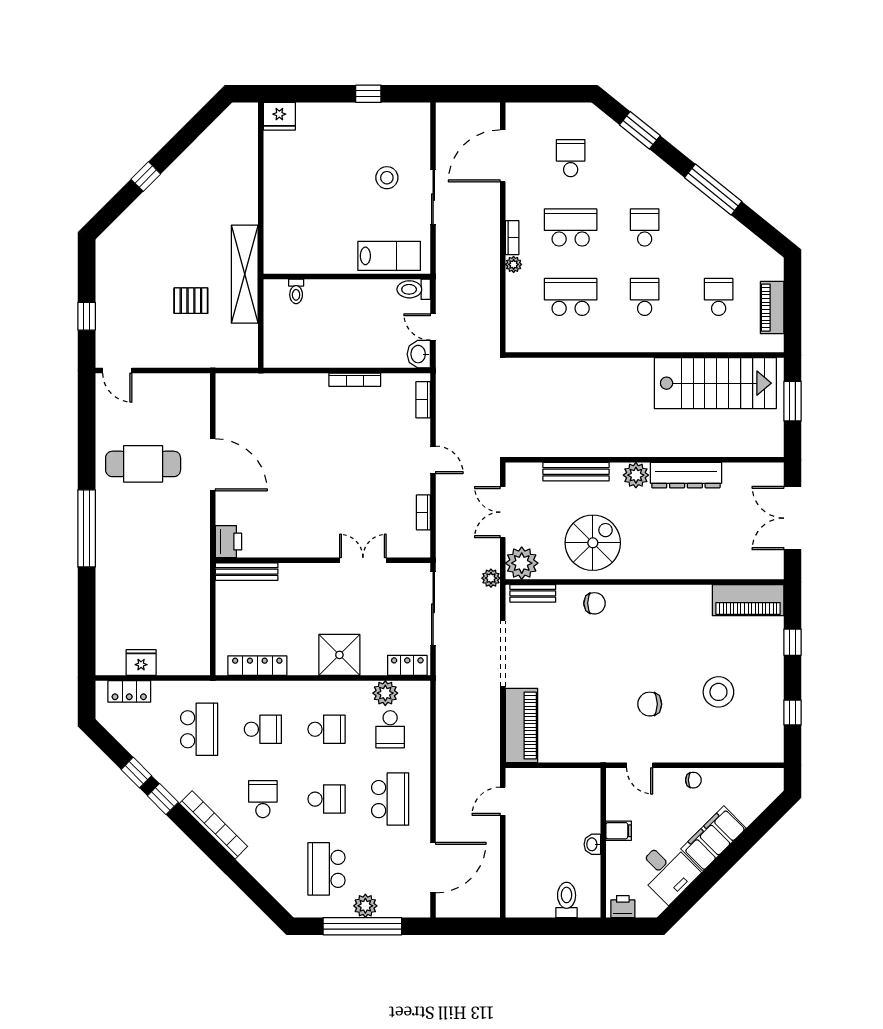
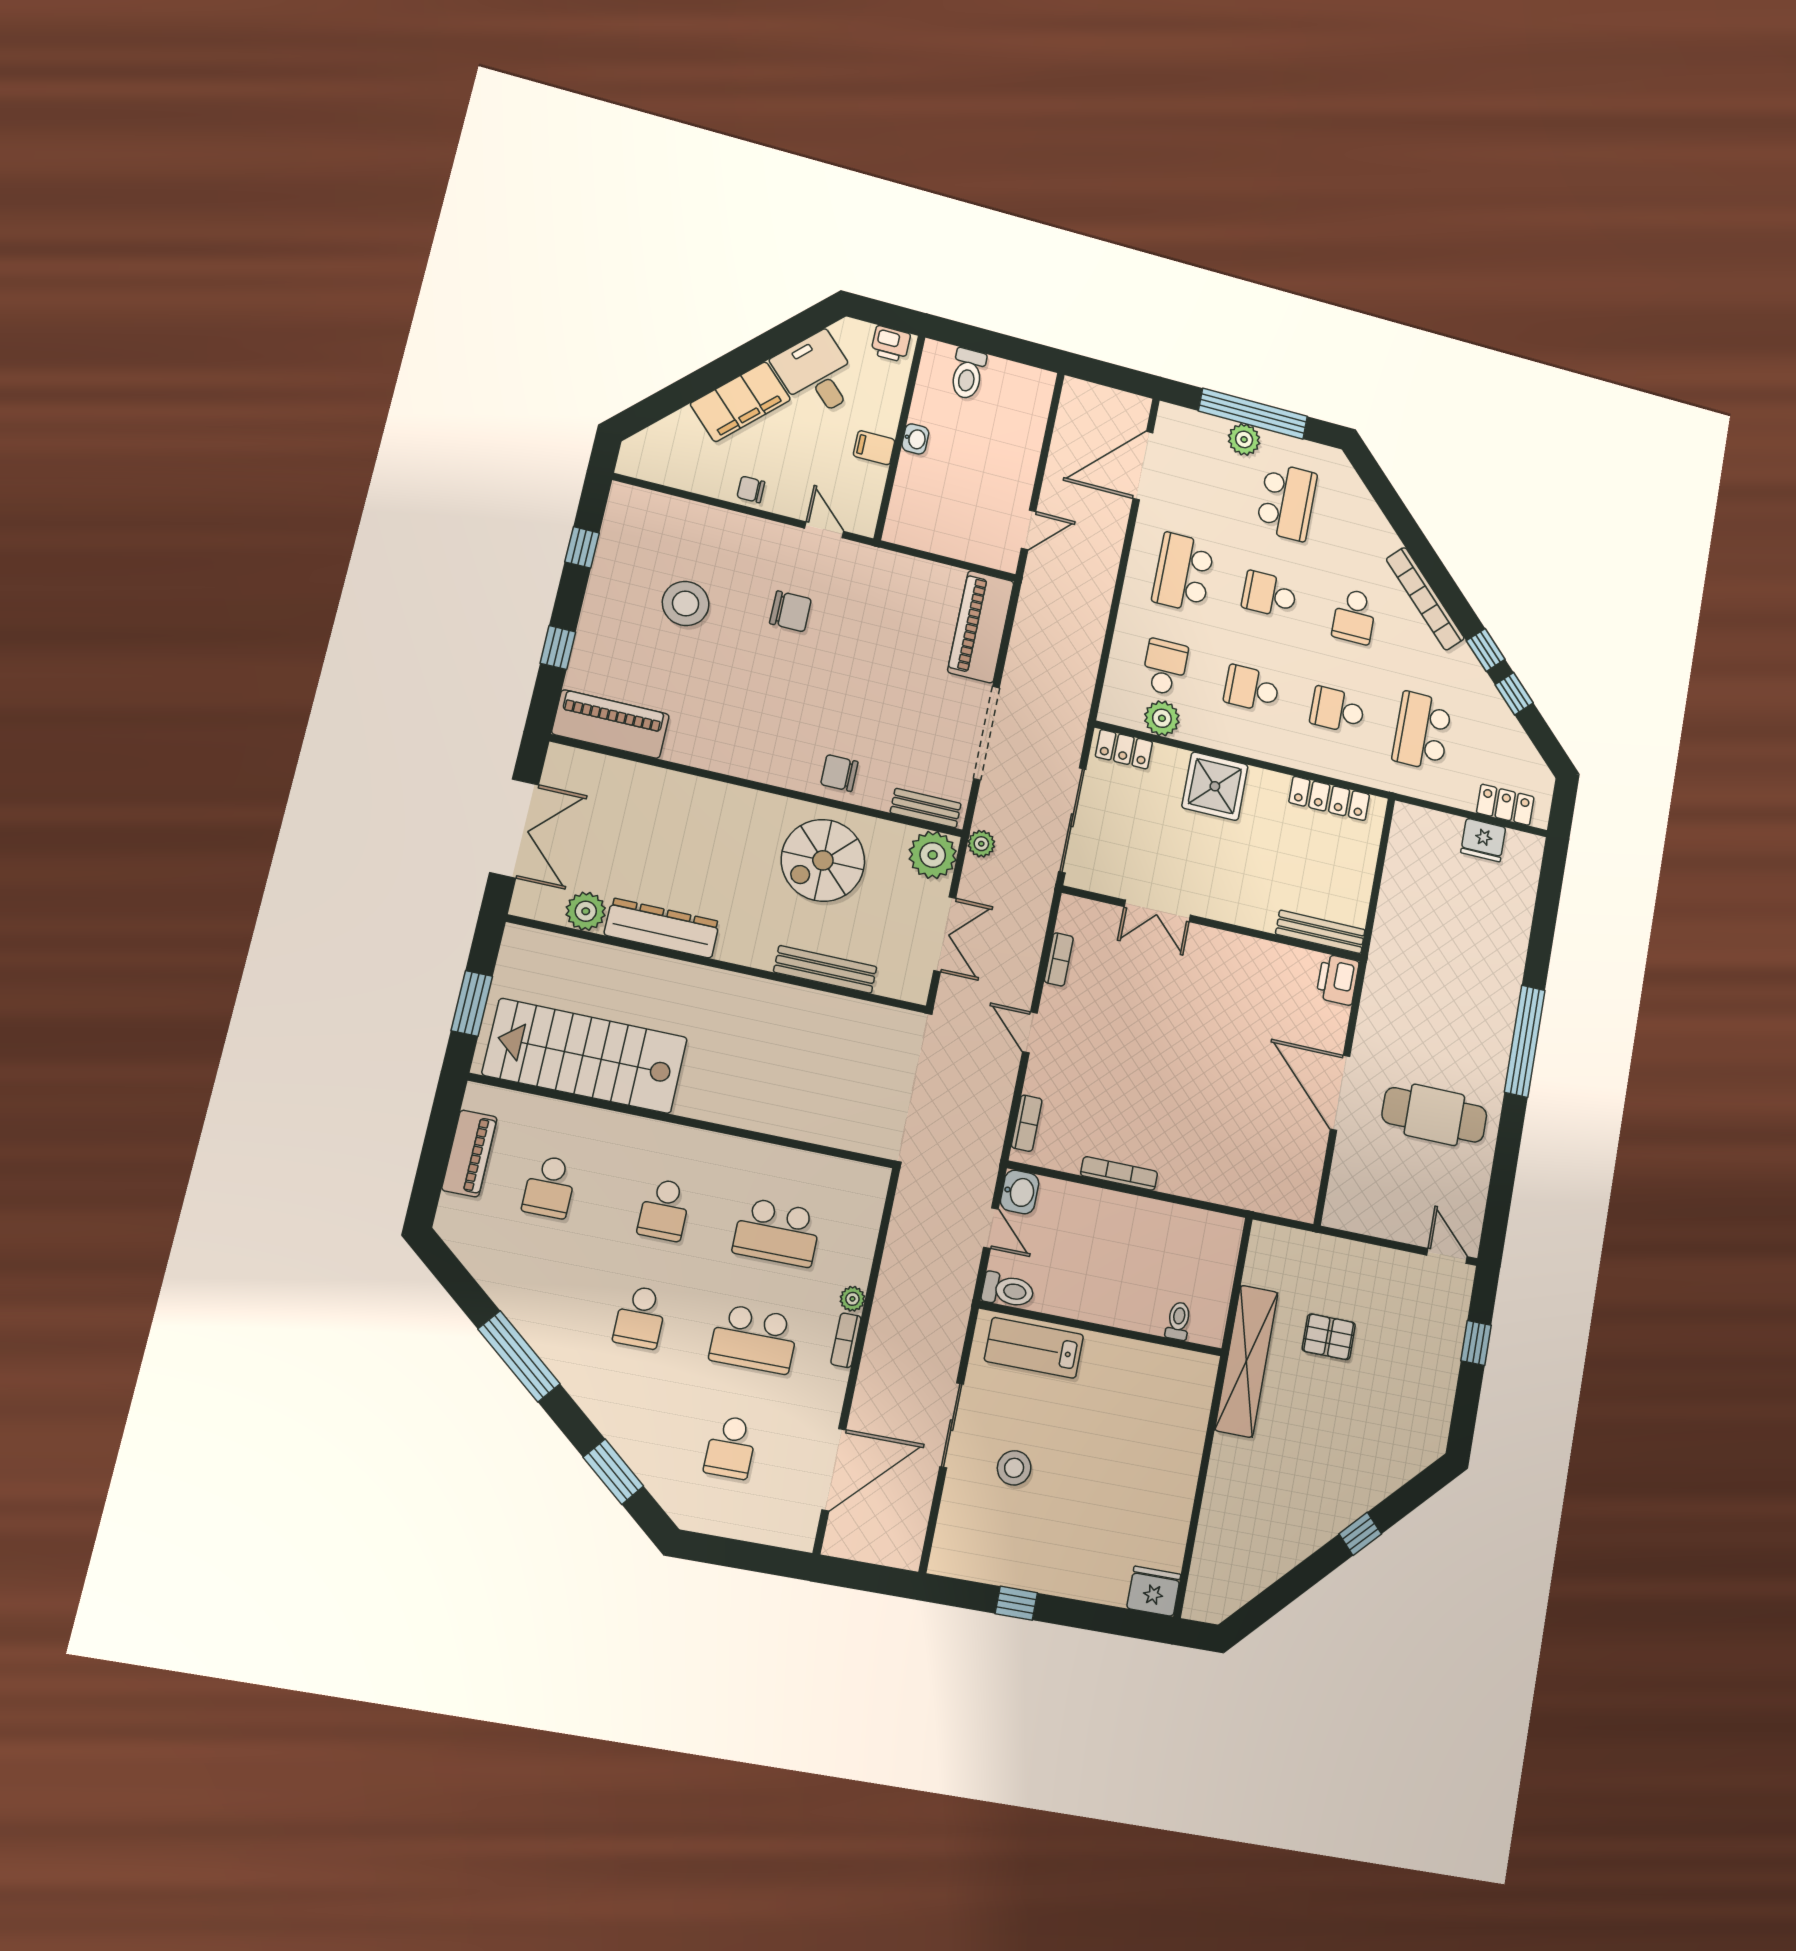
plant: (636, 475) -> (586, 911), moved

